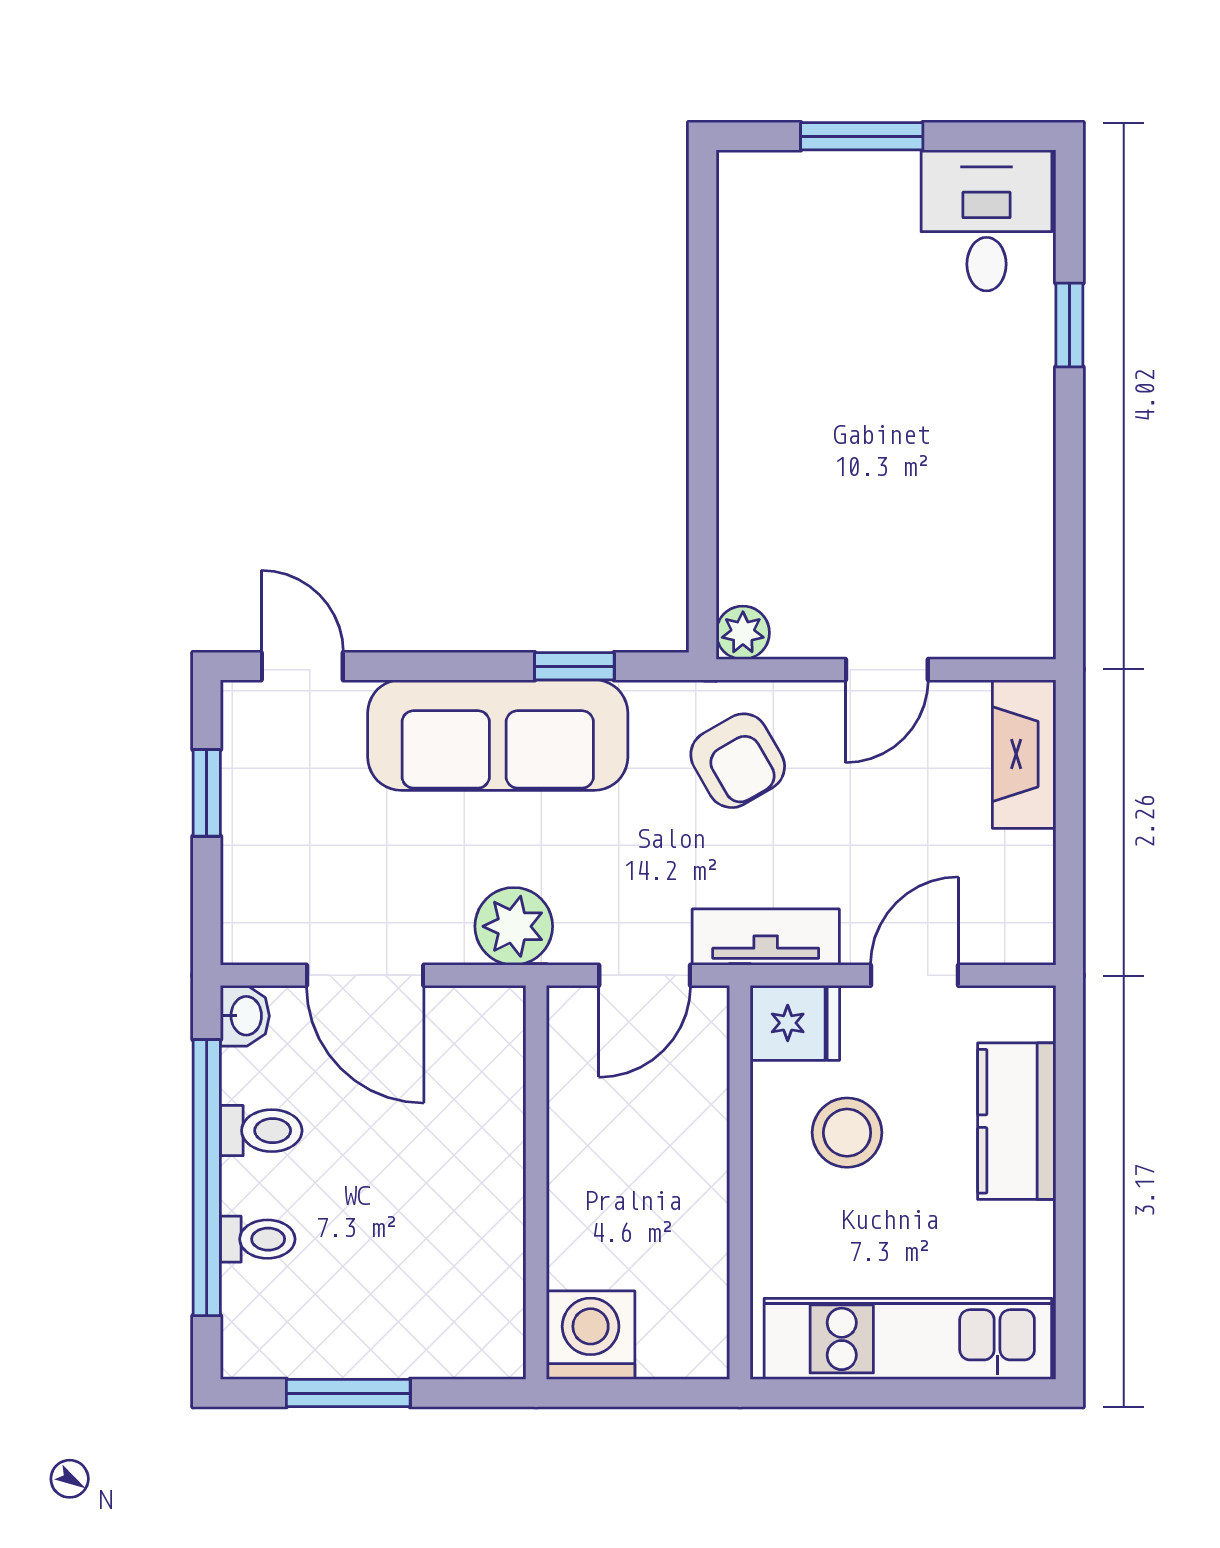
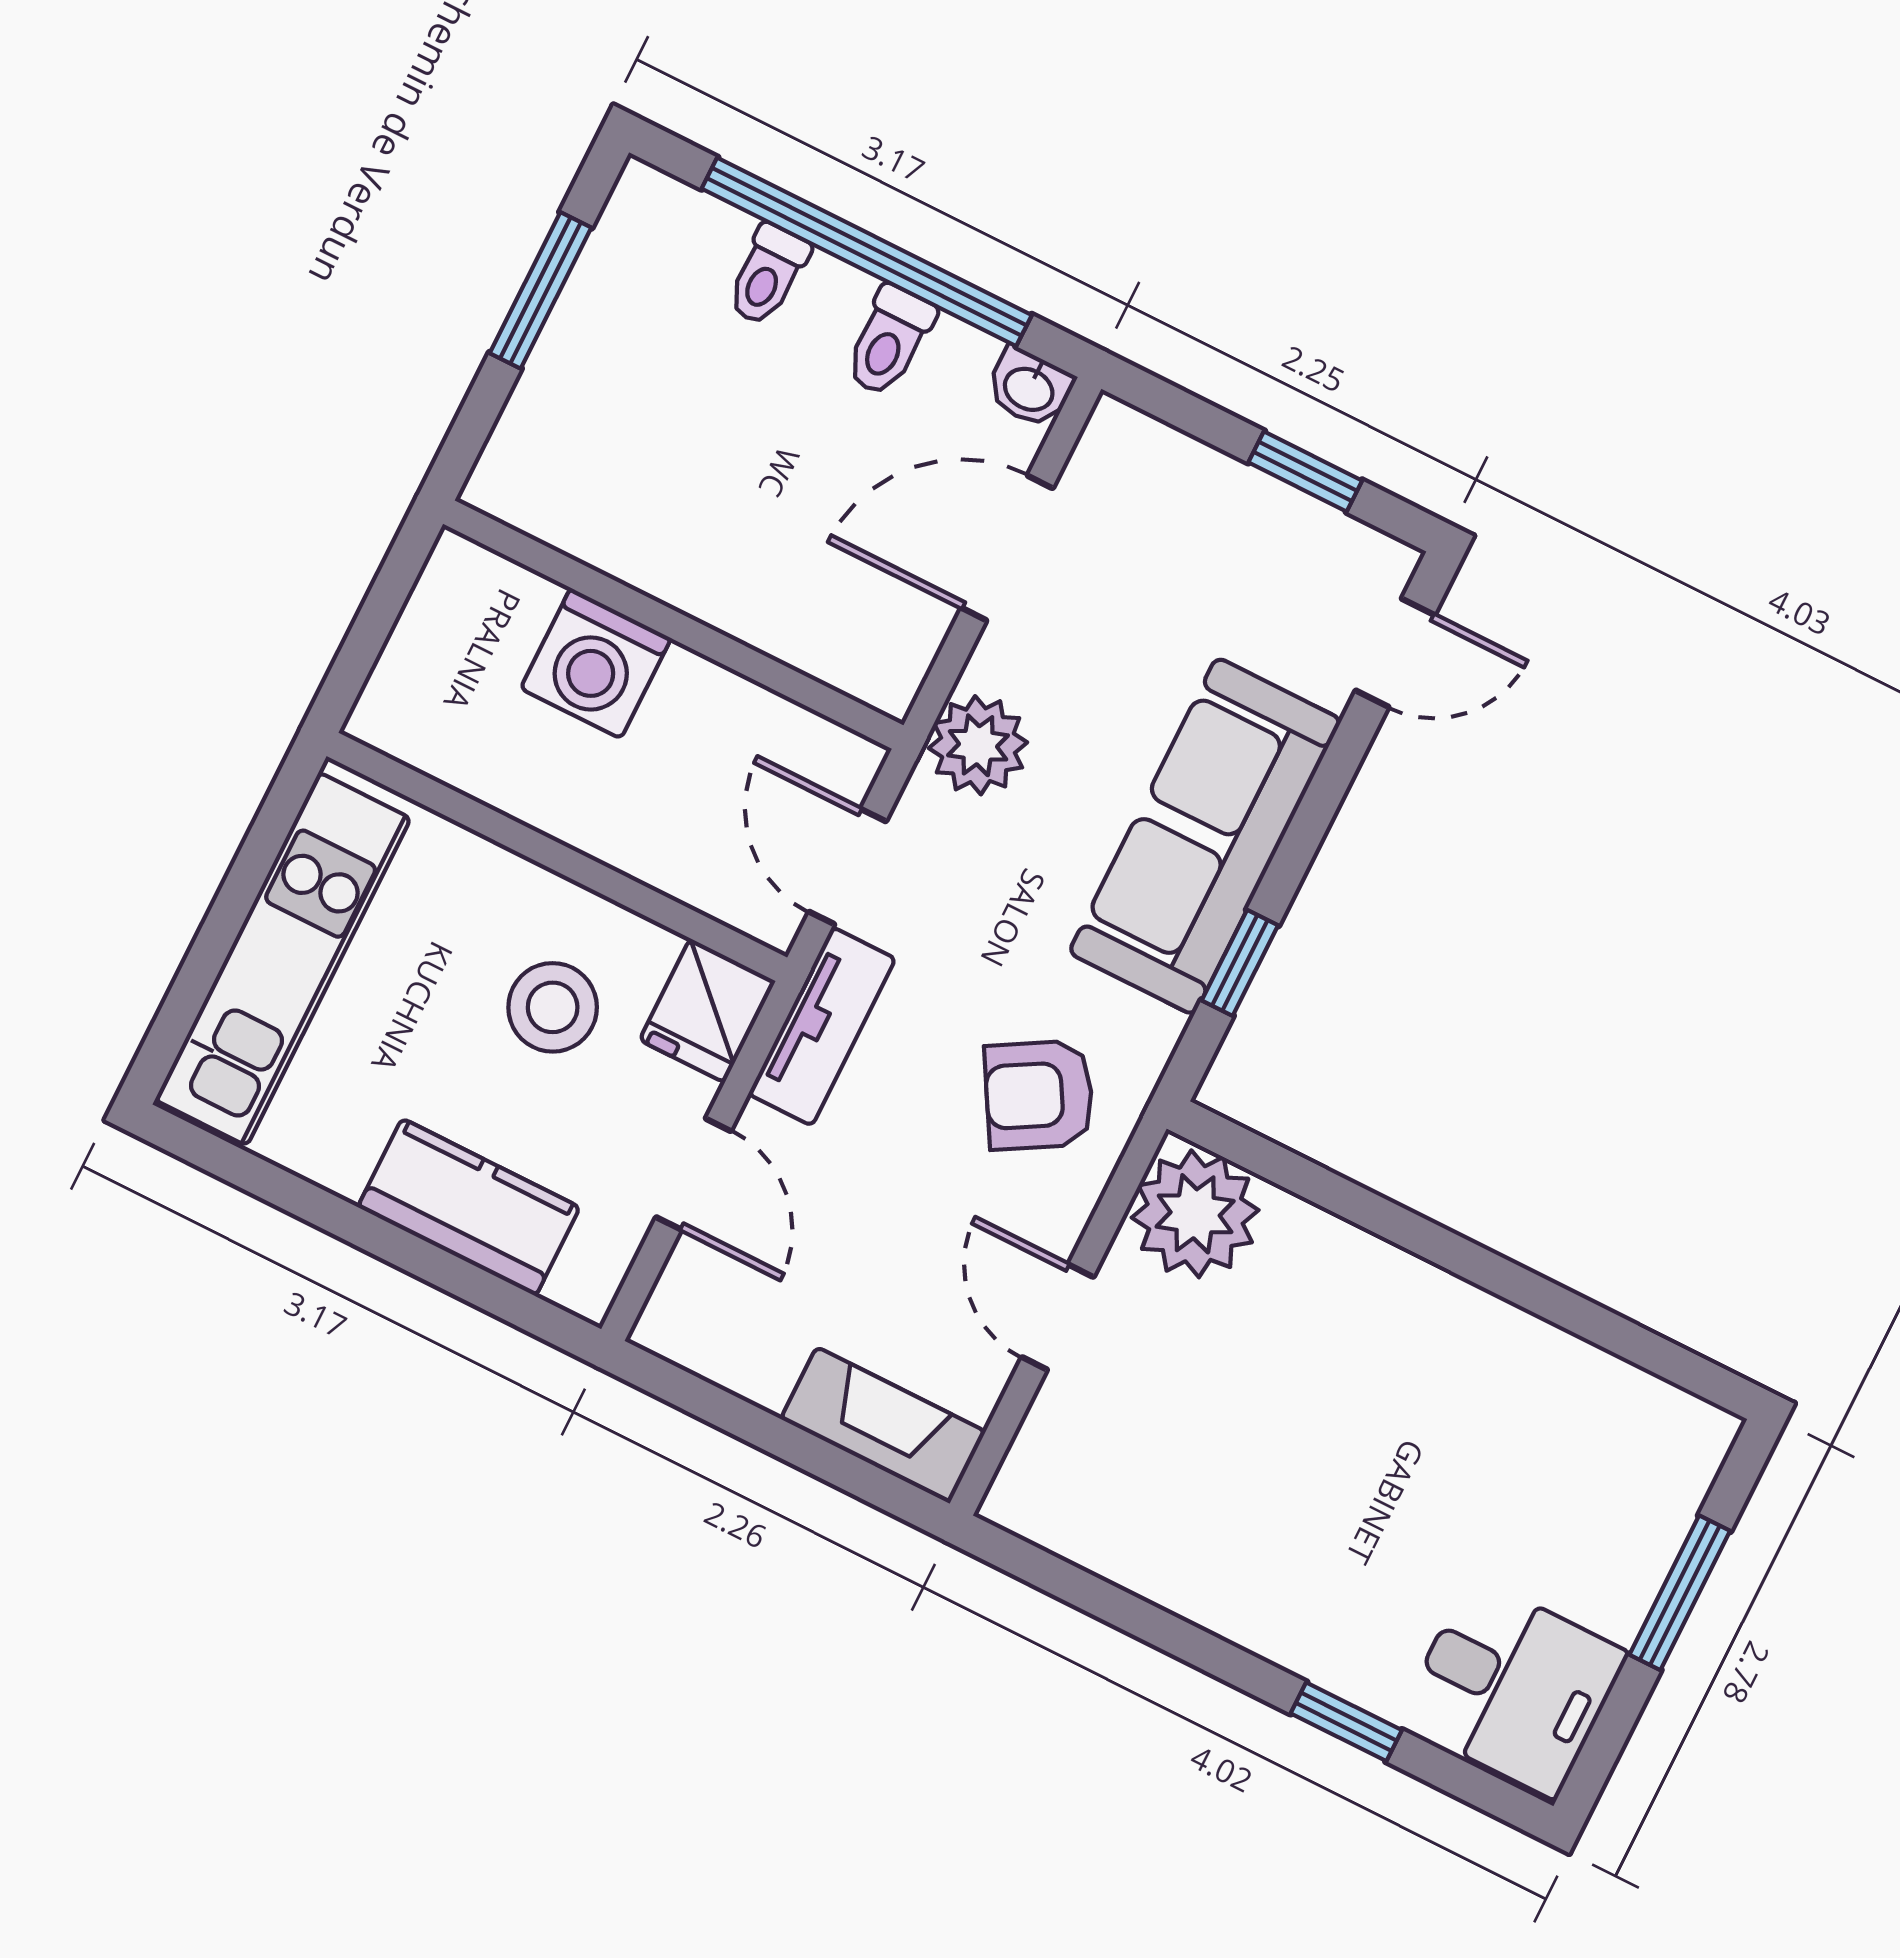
plant: (743, 633) -> (1195, 1214), width x1.88, depth x1.88
washing machine: (591, 1335) -> (596, 663), moved, turned 90

